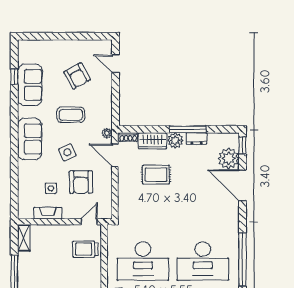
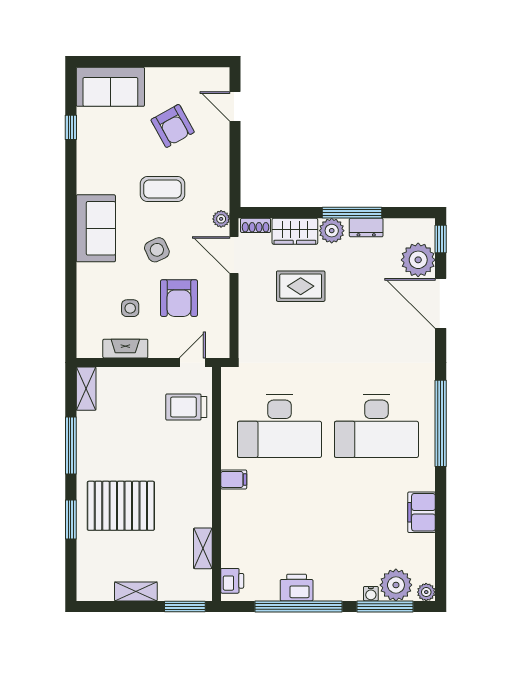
sofa: (30, 85) -> (110, 87), moved, turned 90

